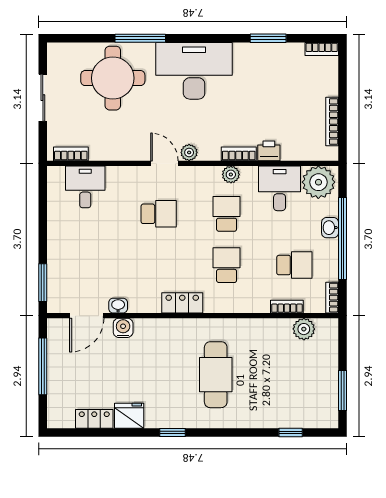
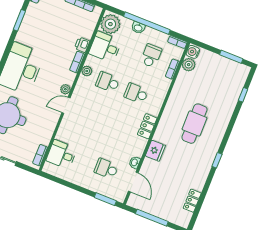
school desk: (159, 214) -> (106, 169), moved, turned -90
water cooler: (123, 328) -> (193, 52), moved
cafe table: (216, 375) -> (194, 124), turned 90
fridge: (129, 416) -> (155, 151), moved, turned 180

